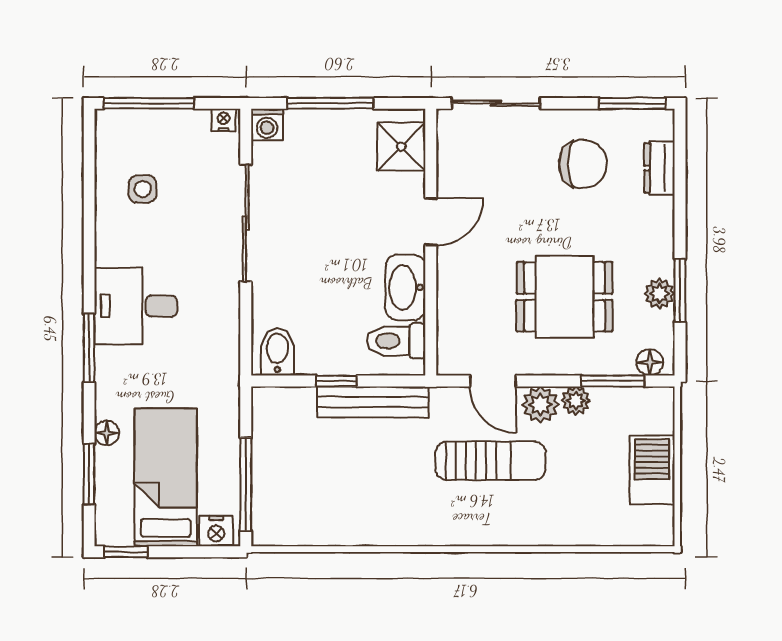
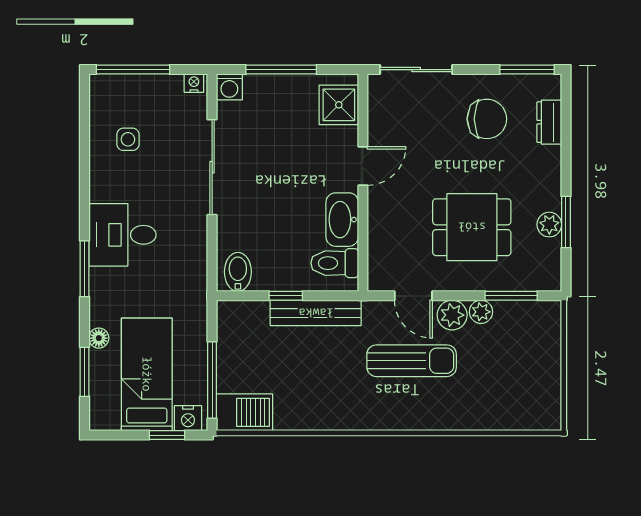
floor lamp: (650, 362) -> (541, 281), removed
barbecue: (652, 470) -> (245, 412), moved, turned 90
window: (126, 552) -> (167, 435), moved

